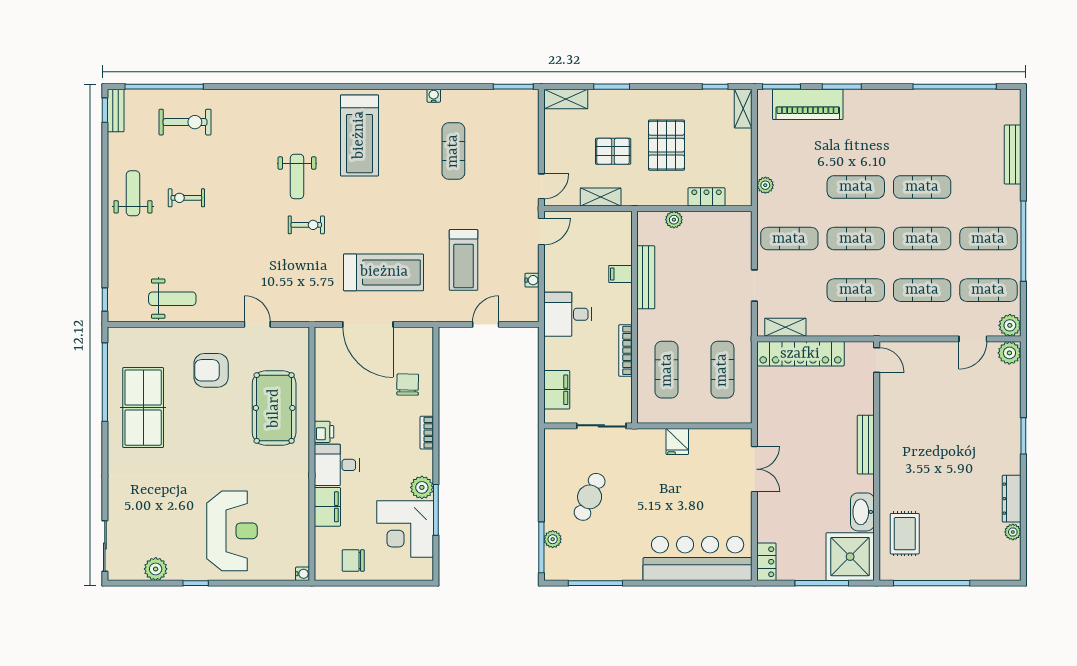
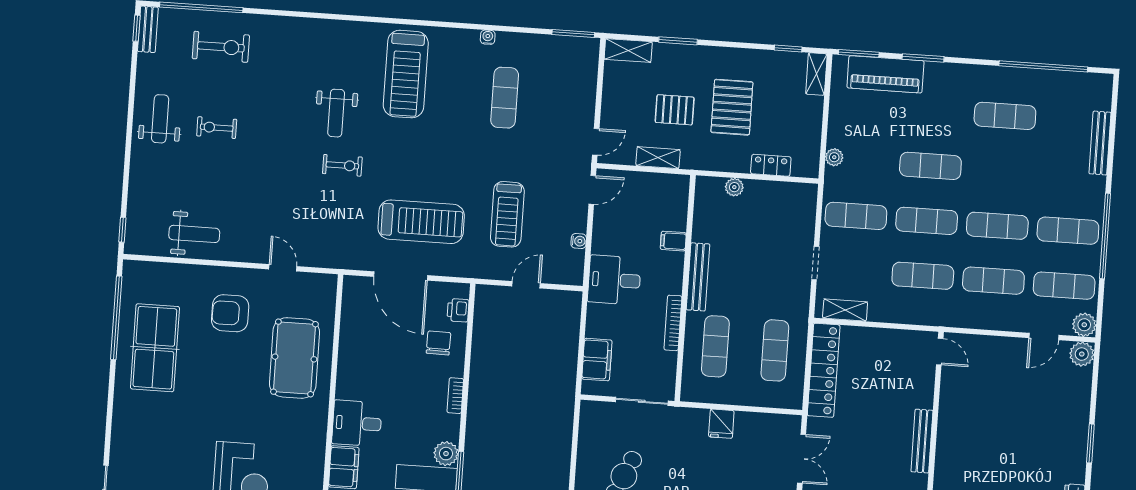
exercise mat: (922, 187) -> (1005, 116), moved
bench: (646, 277) -> (698, 277), moved
locker: (800, 354) -> (824, 370), moved, turned -90
printer: (324, 432) -> (458, 310), moved, turned 180

